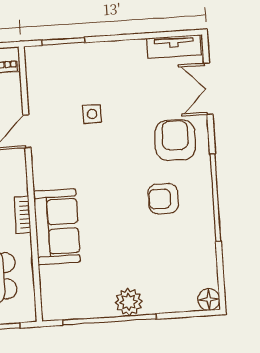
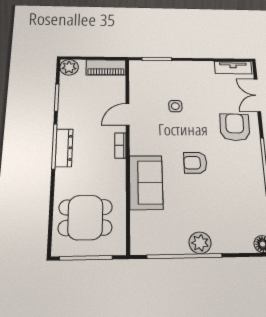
armchair: (163, 199) -> (195, 163), moved
bookcase: (23, 215) -> (120, 145), moved

